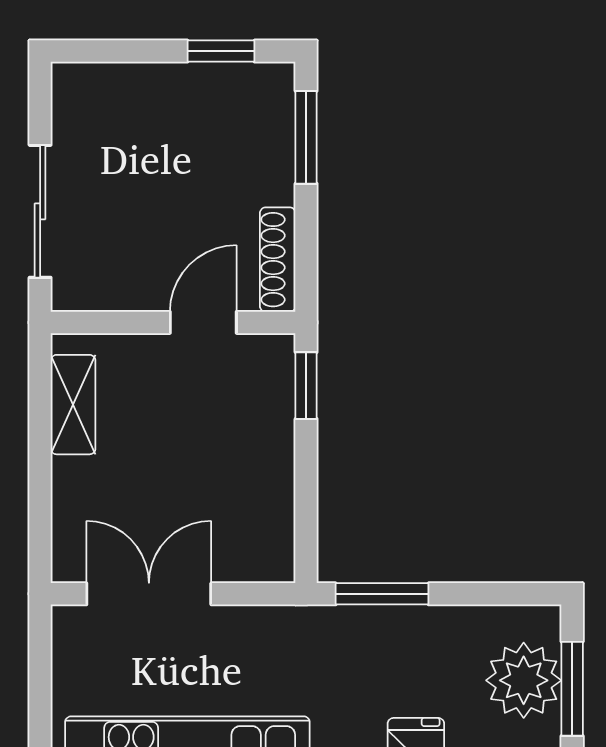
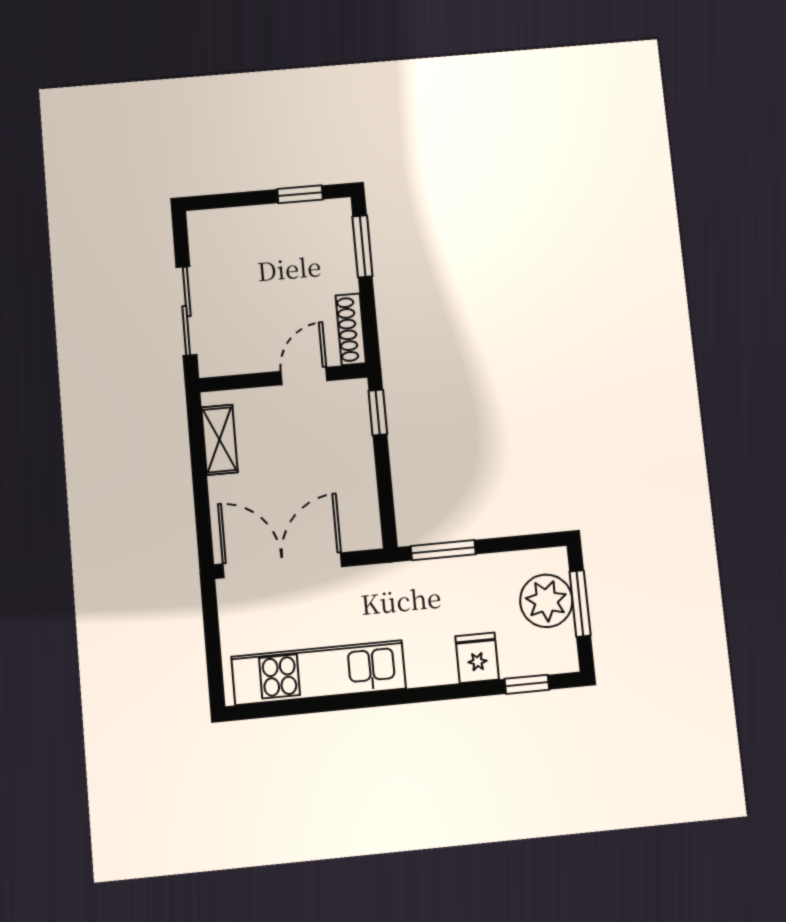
double door: (149, 594) -> (282, 565), width x1.37

